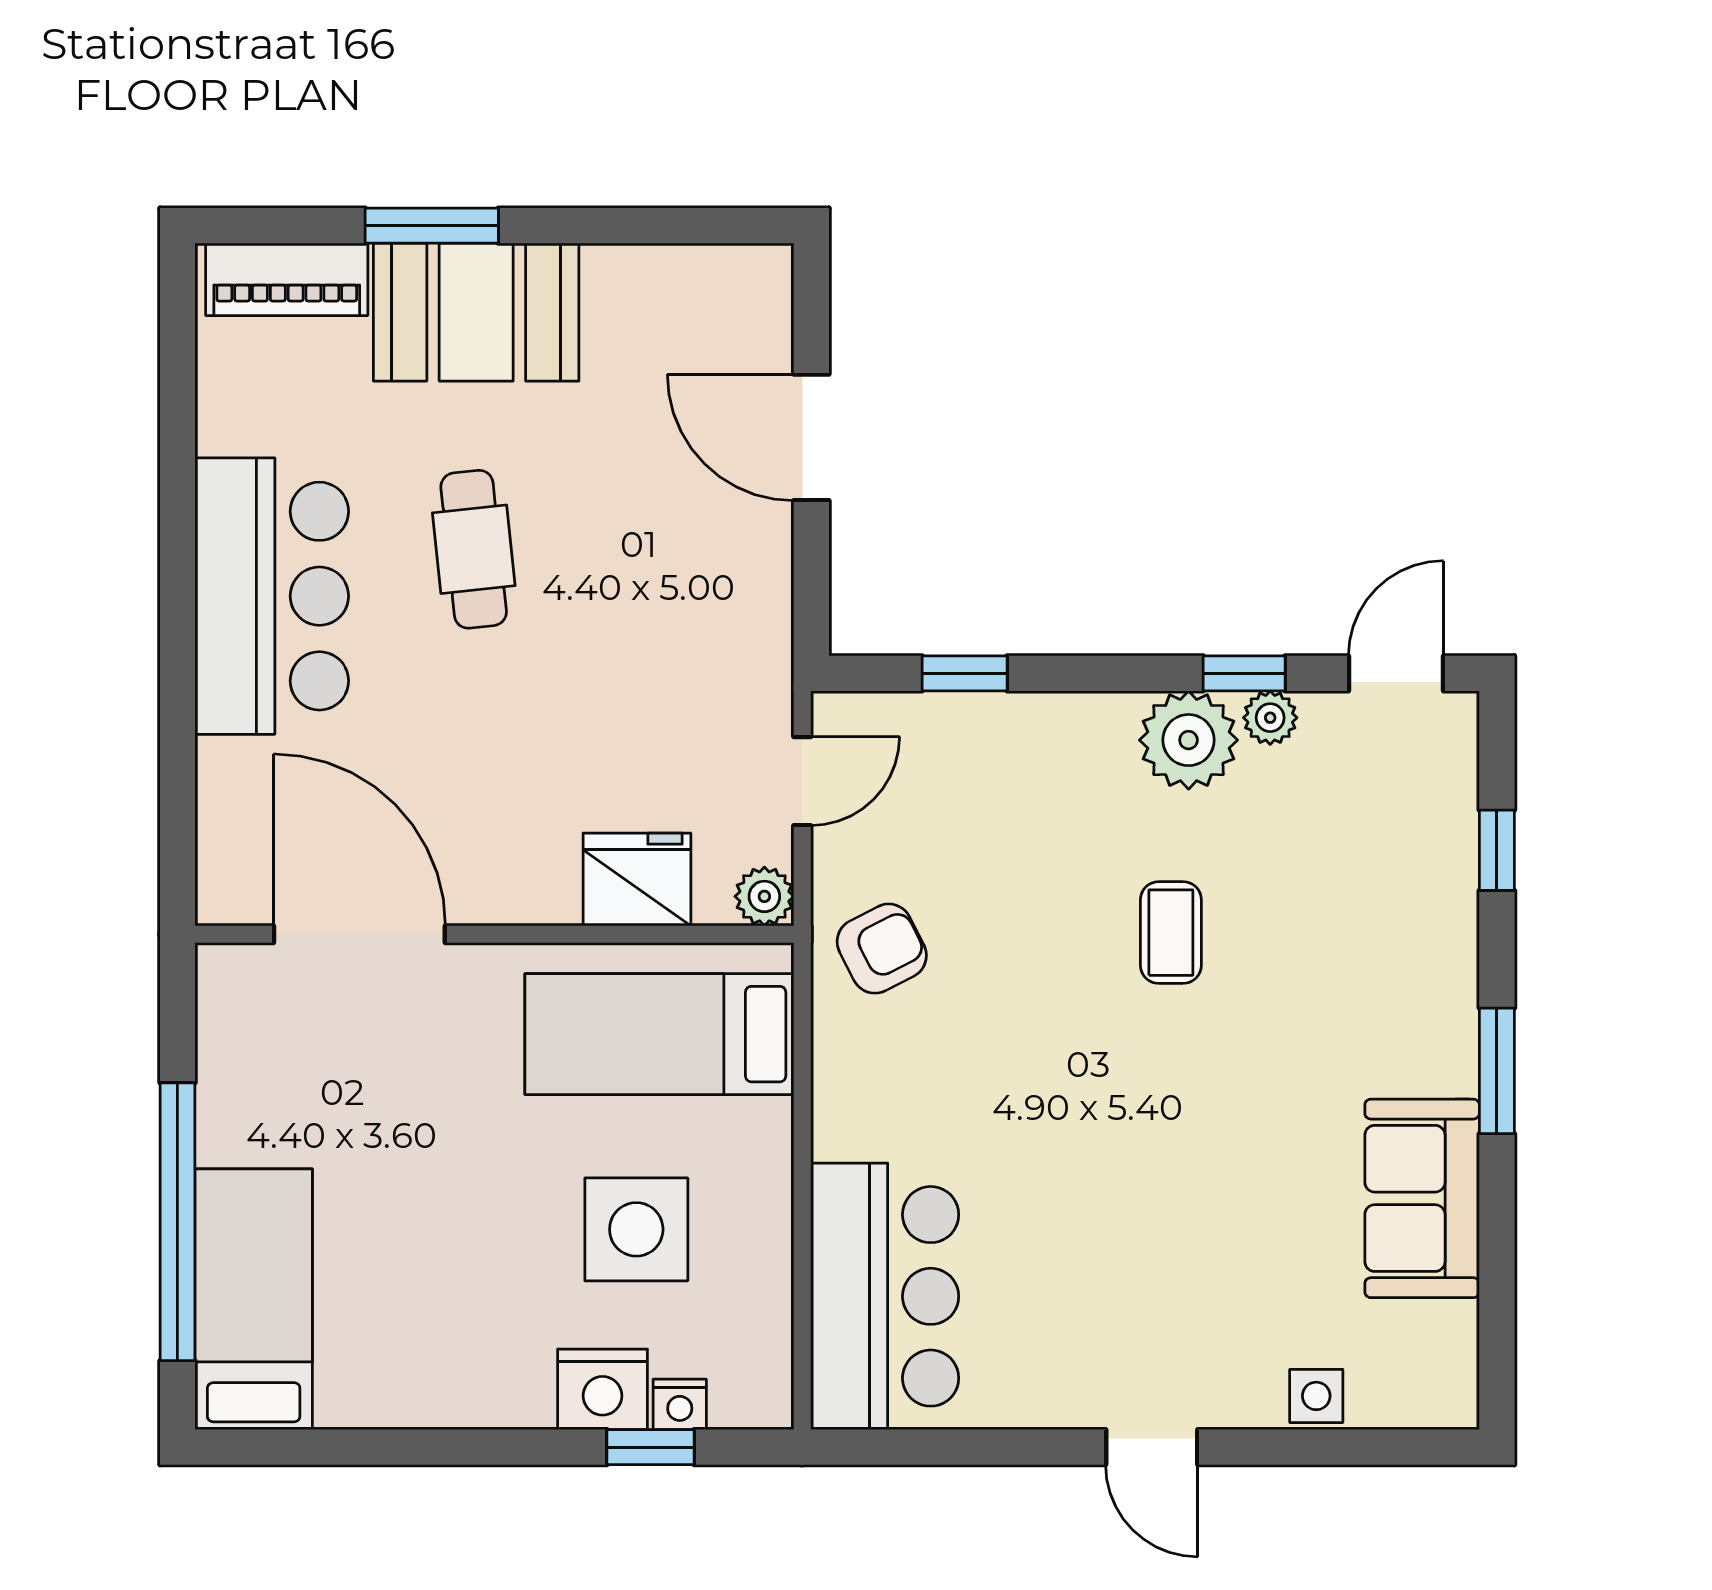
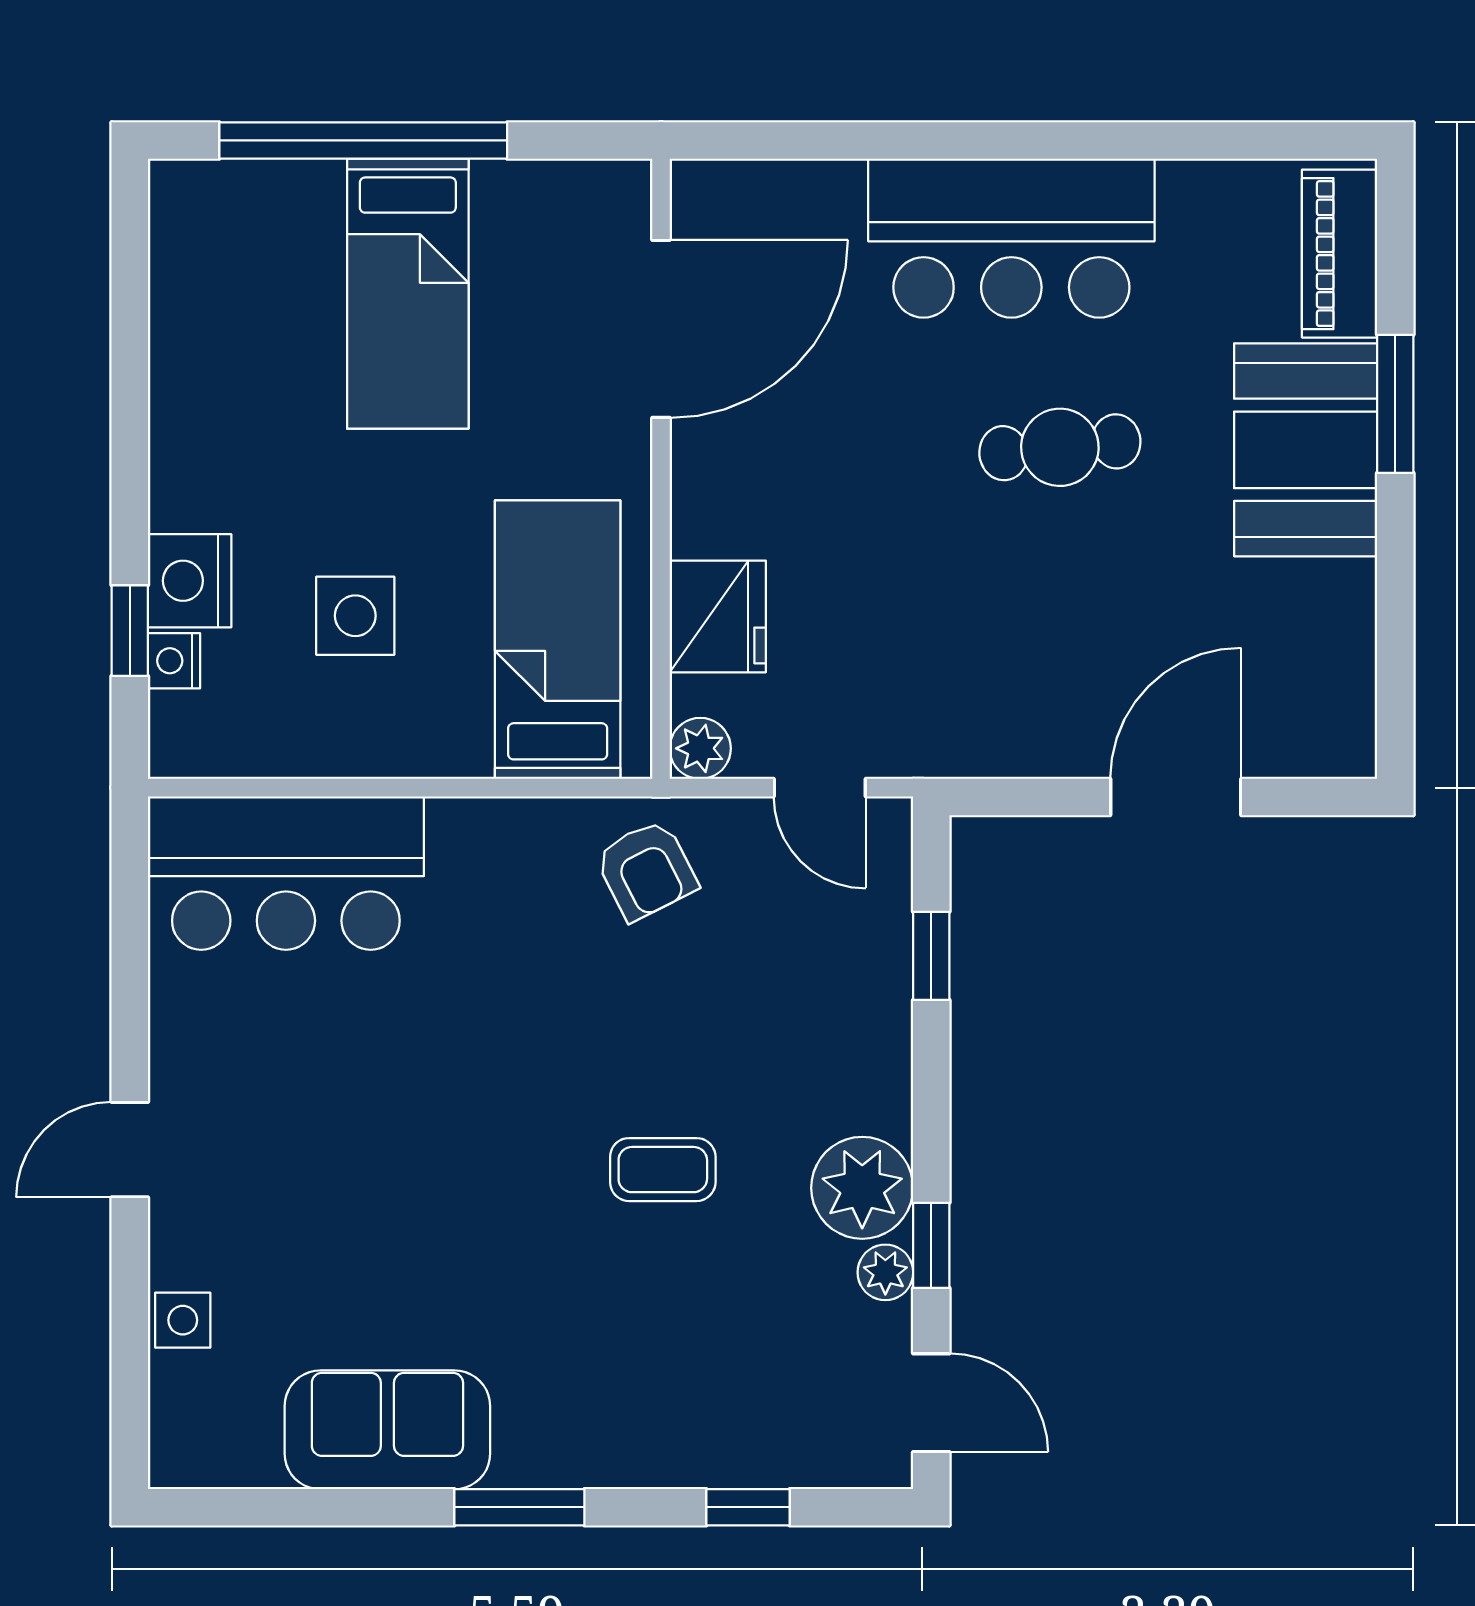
side table: (636, 1229) -> (355, 616), width x0.73, depth x0.73
bed: (254, 1299) -> (408, 294), moved, turned 90

